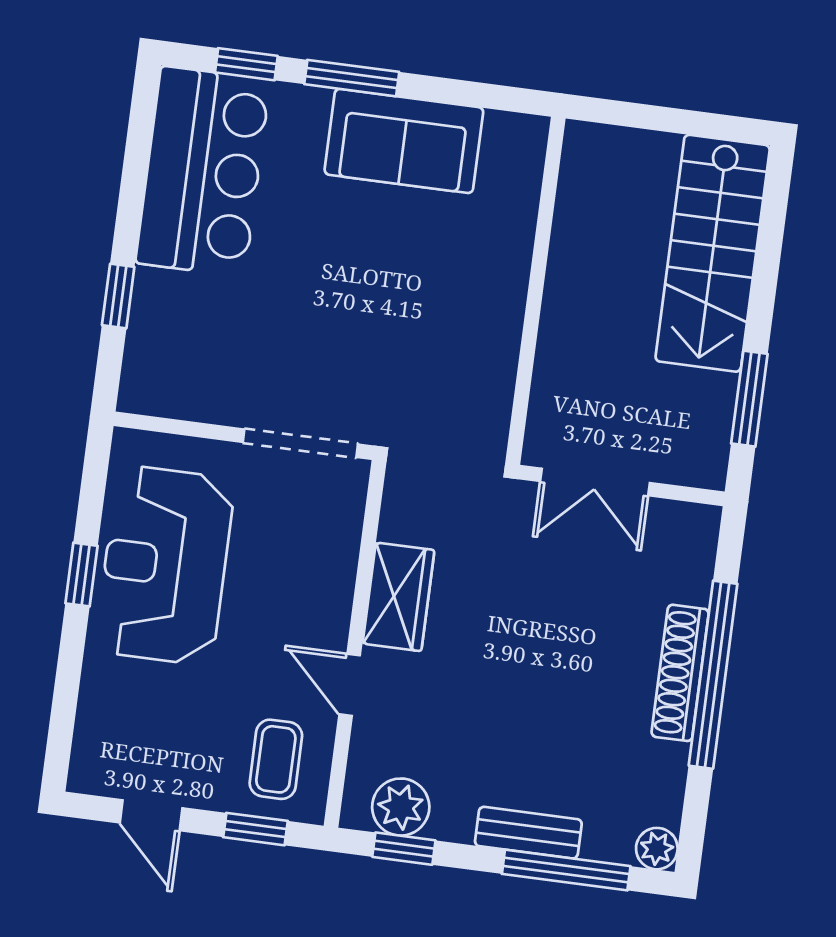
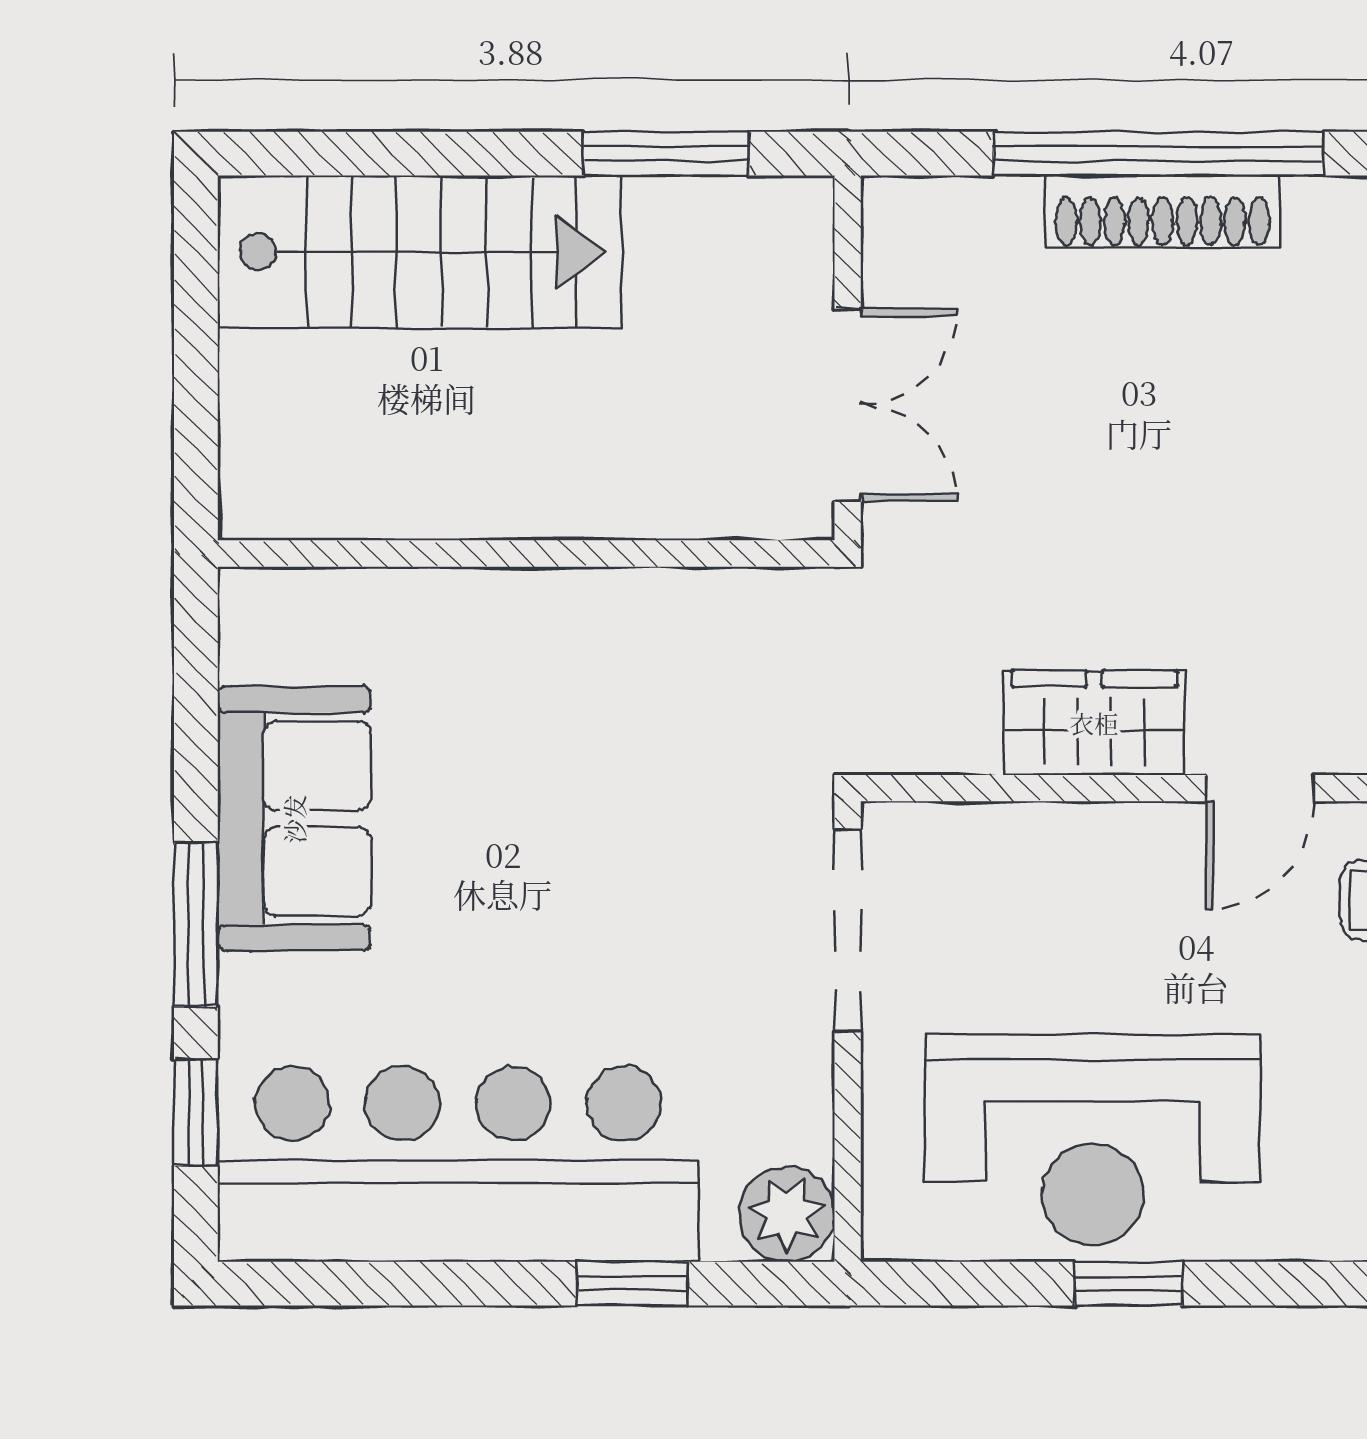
bar counter: (203, 171) -> (458, 1164), width x1.36
plant: (146, 388) -> (787, 1214), added

